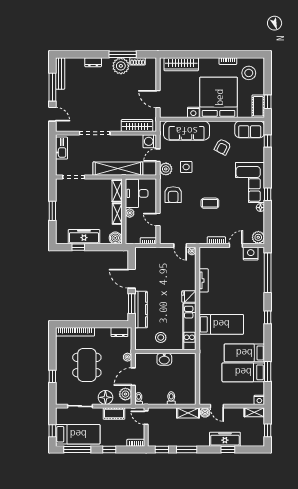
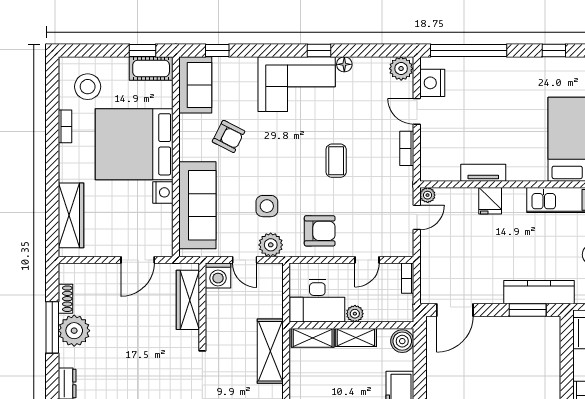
shelving: (118, 169) -> (270, 351), width x0.68
door: (132, 279) -> (455, 310), moved
fridge: (189, 297) -> (490, 201), moved

